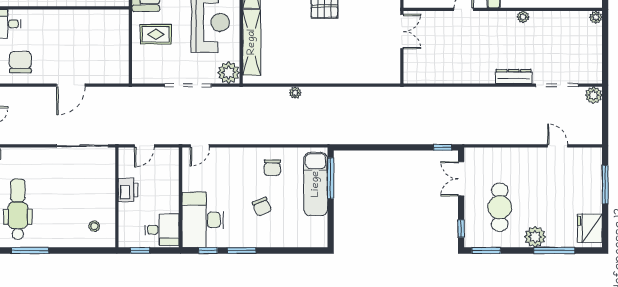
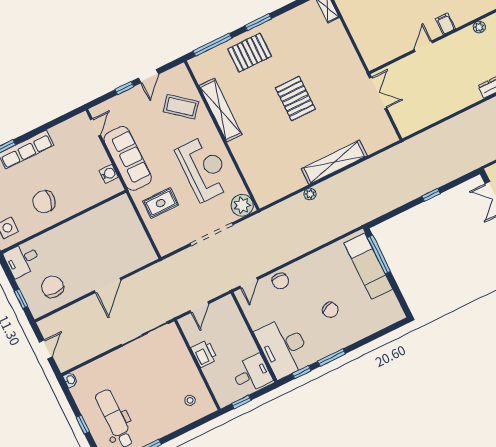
shelving: (252, 42) -> (334, 162), moved, turned 90
window: (442, 147) -> (431, 195), moved
chair: (272, 168) -> (280, 281), moved

